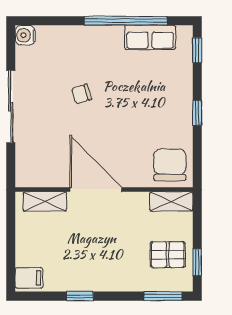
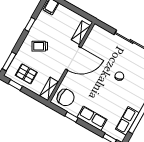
row of seats: (180, 100) -> (92, 118), added
window: (197, 113) -> (71, 117), moved
pallet: (168, 255) -> (26, 74), turned 90
trolley: (107, 258) -> (40, 46), added

